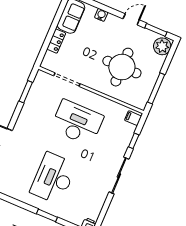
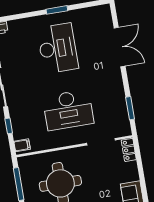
locker: (56, 41) -> (129, 150), moved
window: (47, 215) -> (57, 10), moved

